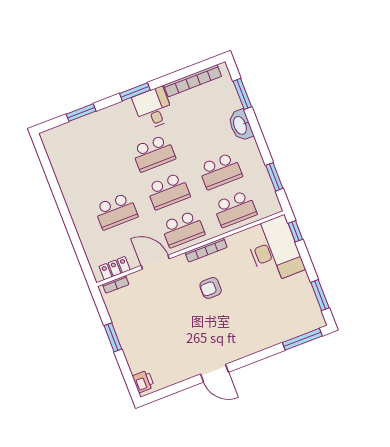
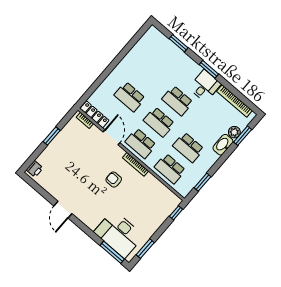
plant: (232, 102) -> (234, 132), added
desk: (274, 250) -> (119, 234), moved, turned 90
locker: (115, 268) -> (94, 114), width x1.53

